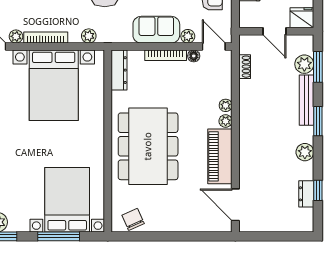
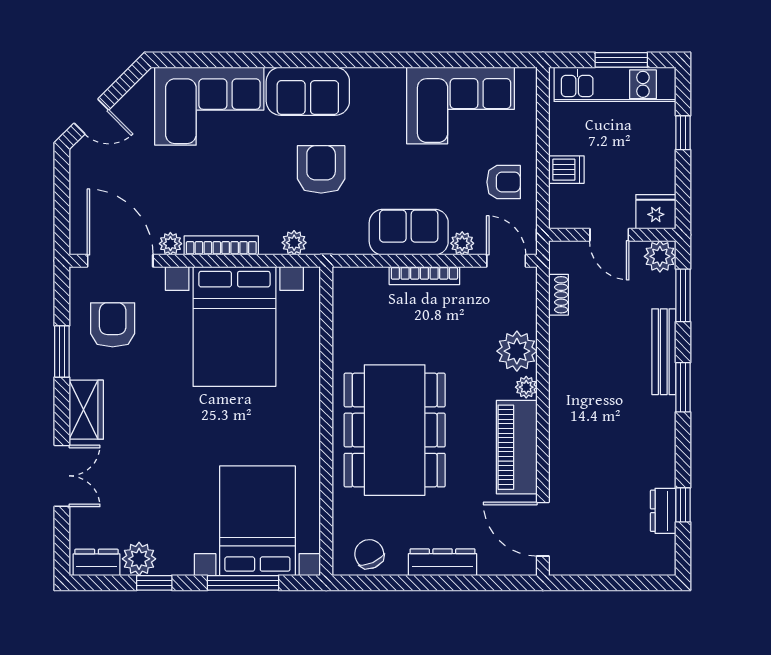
floor lamp: (194, 56) -> (472, 277), removed
plant: (304, 64) -> (660, 256), moved
dresser: (119, 70) -> (443, 562), moved, turned -90
plant: (226, 105) -> (517, 351), width x1.87, depth x1.87
plant: (305, 152) -> (661, 440), removed

